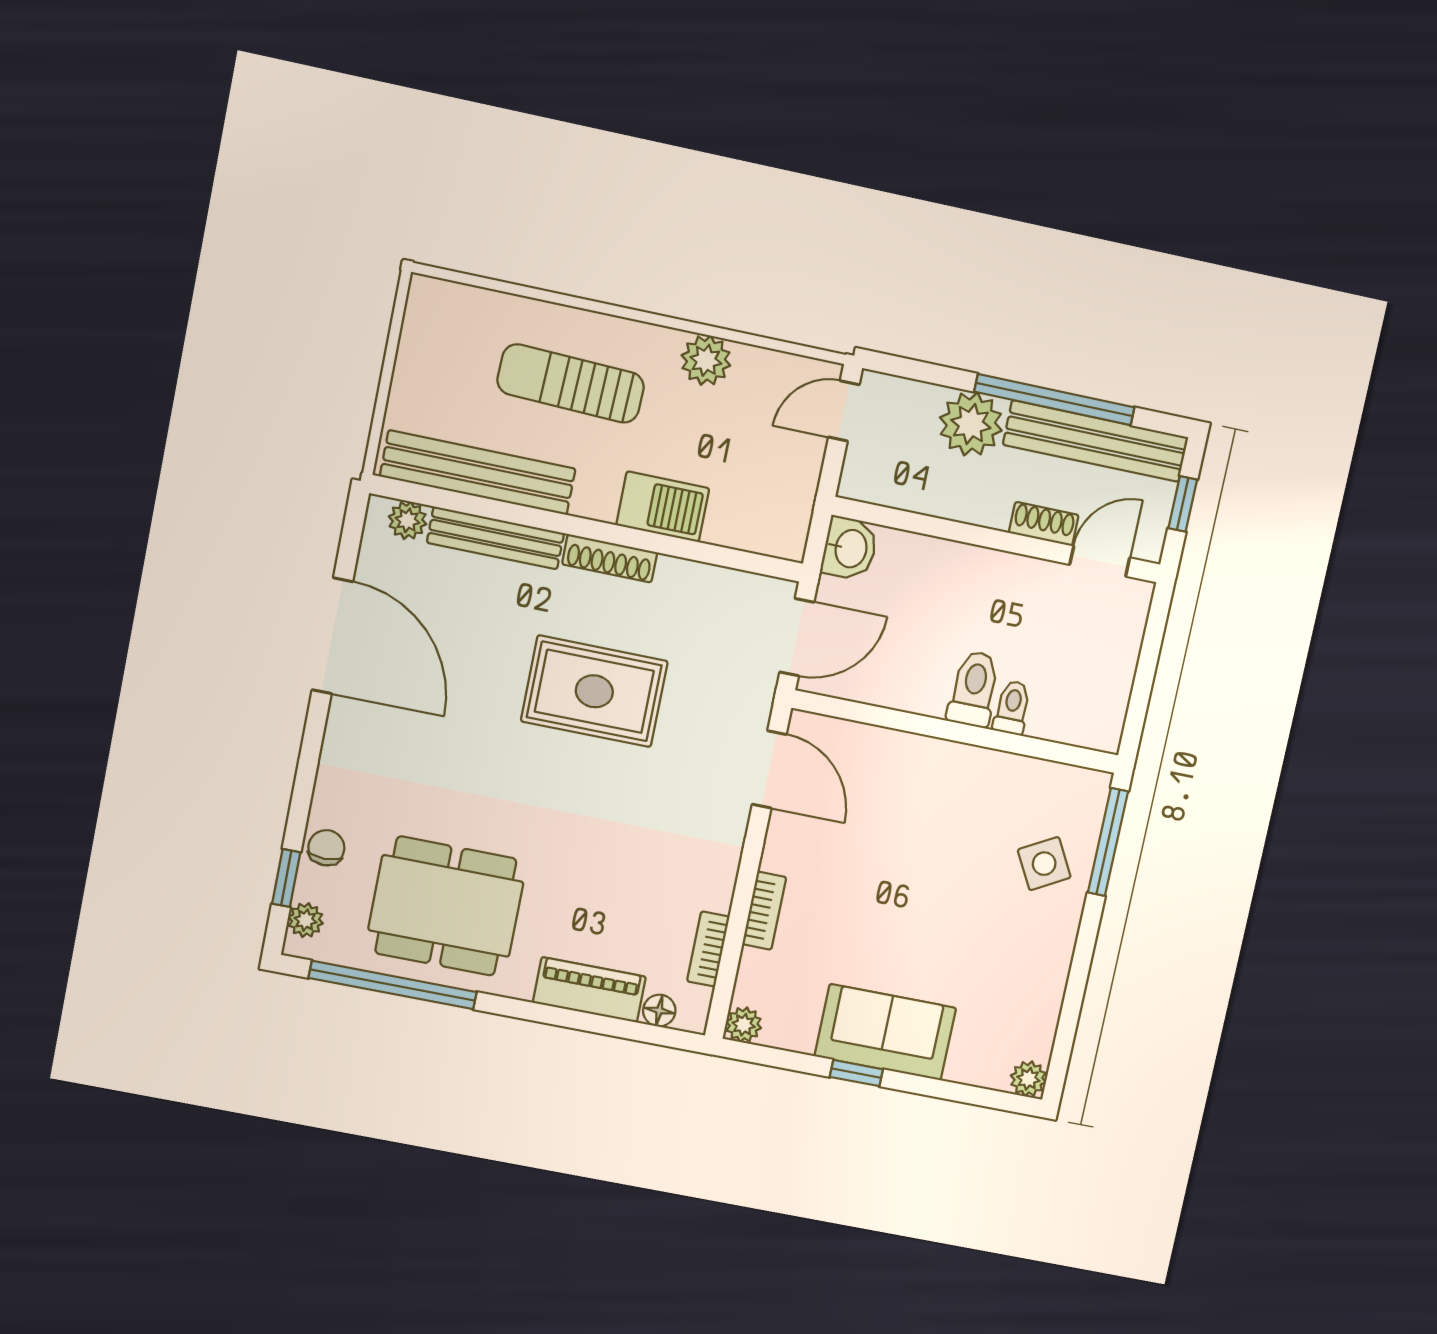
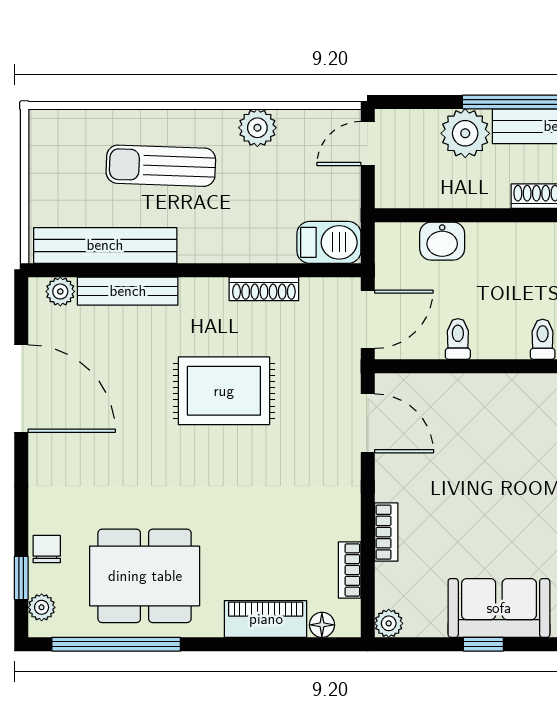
barbecue: (663, 507) -> (329, 242), moved
washbasin: (850, 548) -> (442, 241), moved, turned 90
shoe rack: (610, 558) -> (264, 289), moved
toilet: (974, 689) -> (458, 339), moved, width x0.73, depth x0.72

